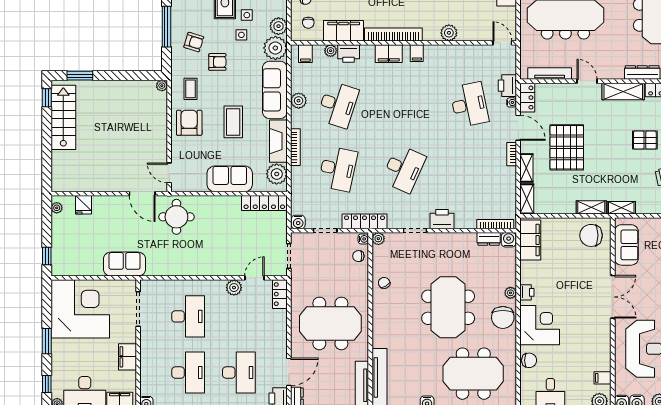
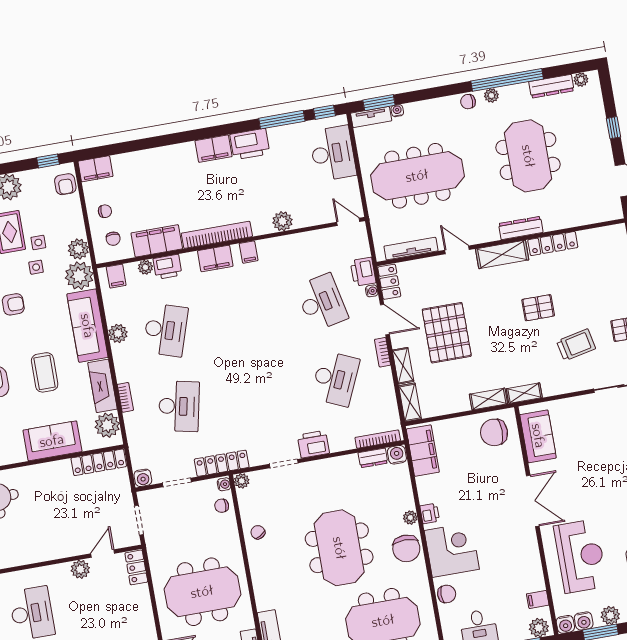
bookcase: (295, 147) -> (125, 397), width x0.64
desk: (404, 169) -> (335, 379), moved

